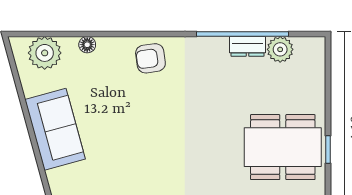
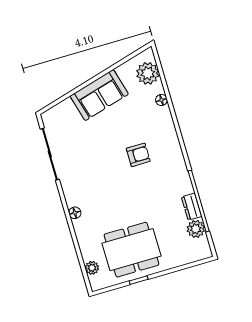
armchair: (150, 58) -> (138, 155), moved, turned 98
dining table: (283, 147) -> (131, 250), turned 90

